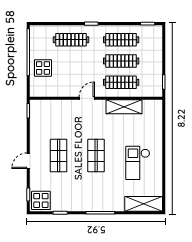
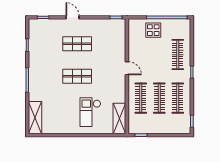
shelving: (124, 107) -> (119, 119), moved
checkout: (138, 163) -> (90, 112), moved, turned -90
display table: (41, 200) -> (38, 28), removed

